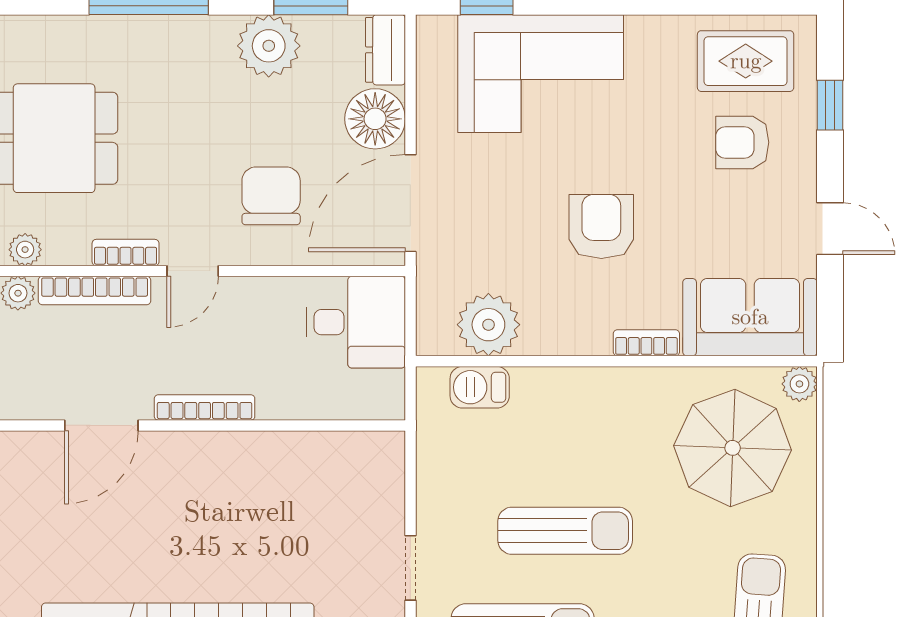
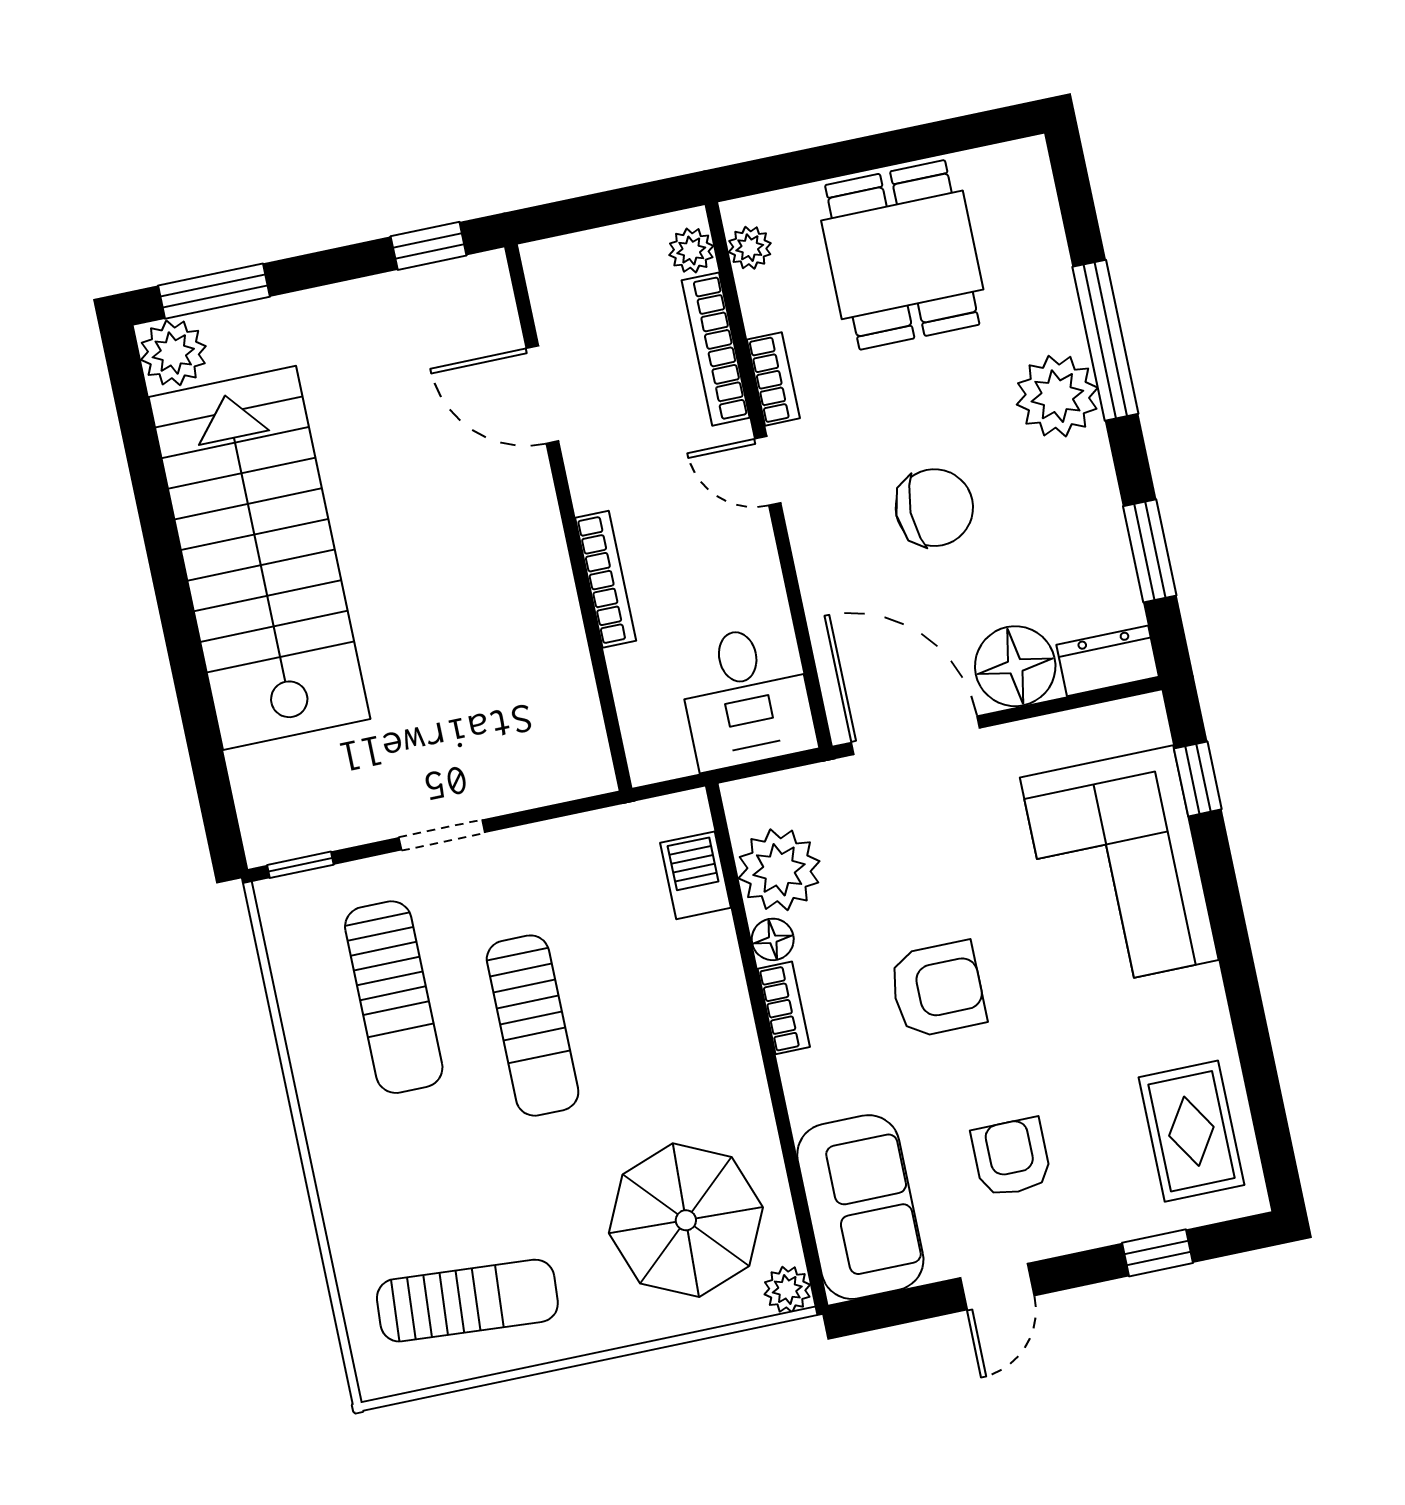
plant: (269, 46) -> (1057, 396), moved
armchair: (742, 142) -> (1011, 1157), moved
chair: (271, 196) -> (934, 508), moved
floor lamp: (539, 340) -> (773, 939), added
bookcase: (646, 343) -> (784, 1008), moved
bookcase: (205, 407) -> (606, 579), moved

